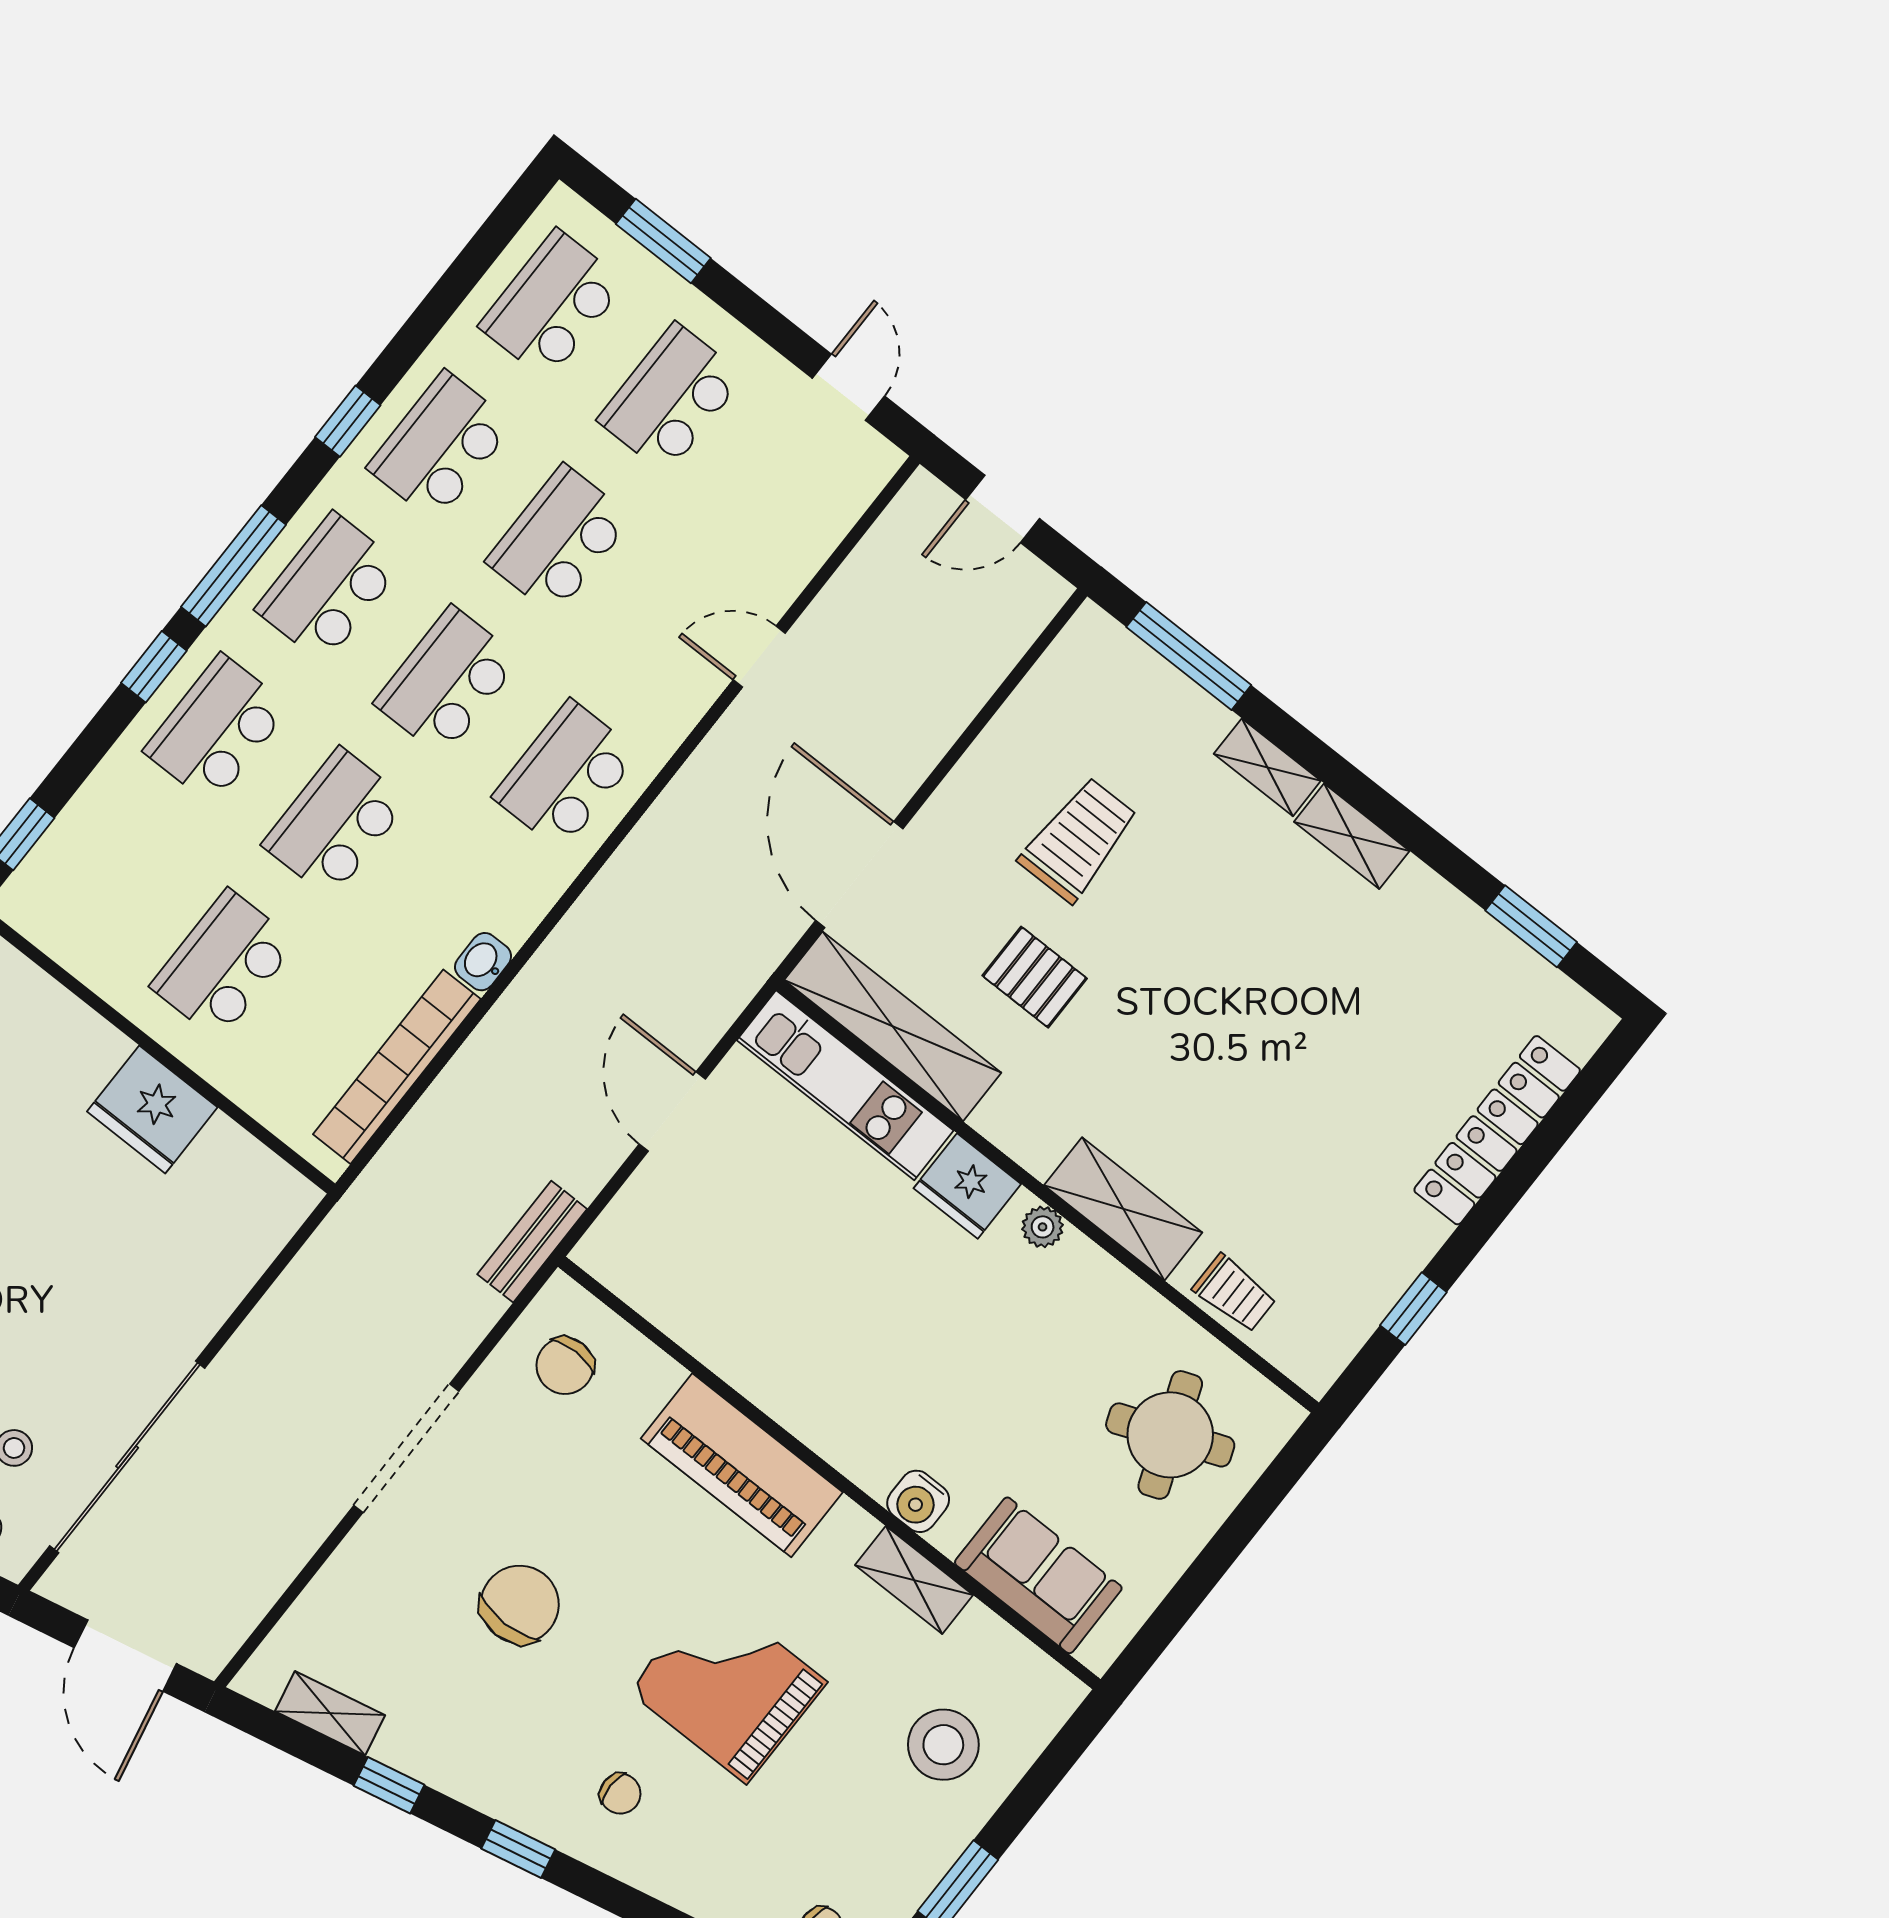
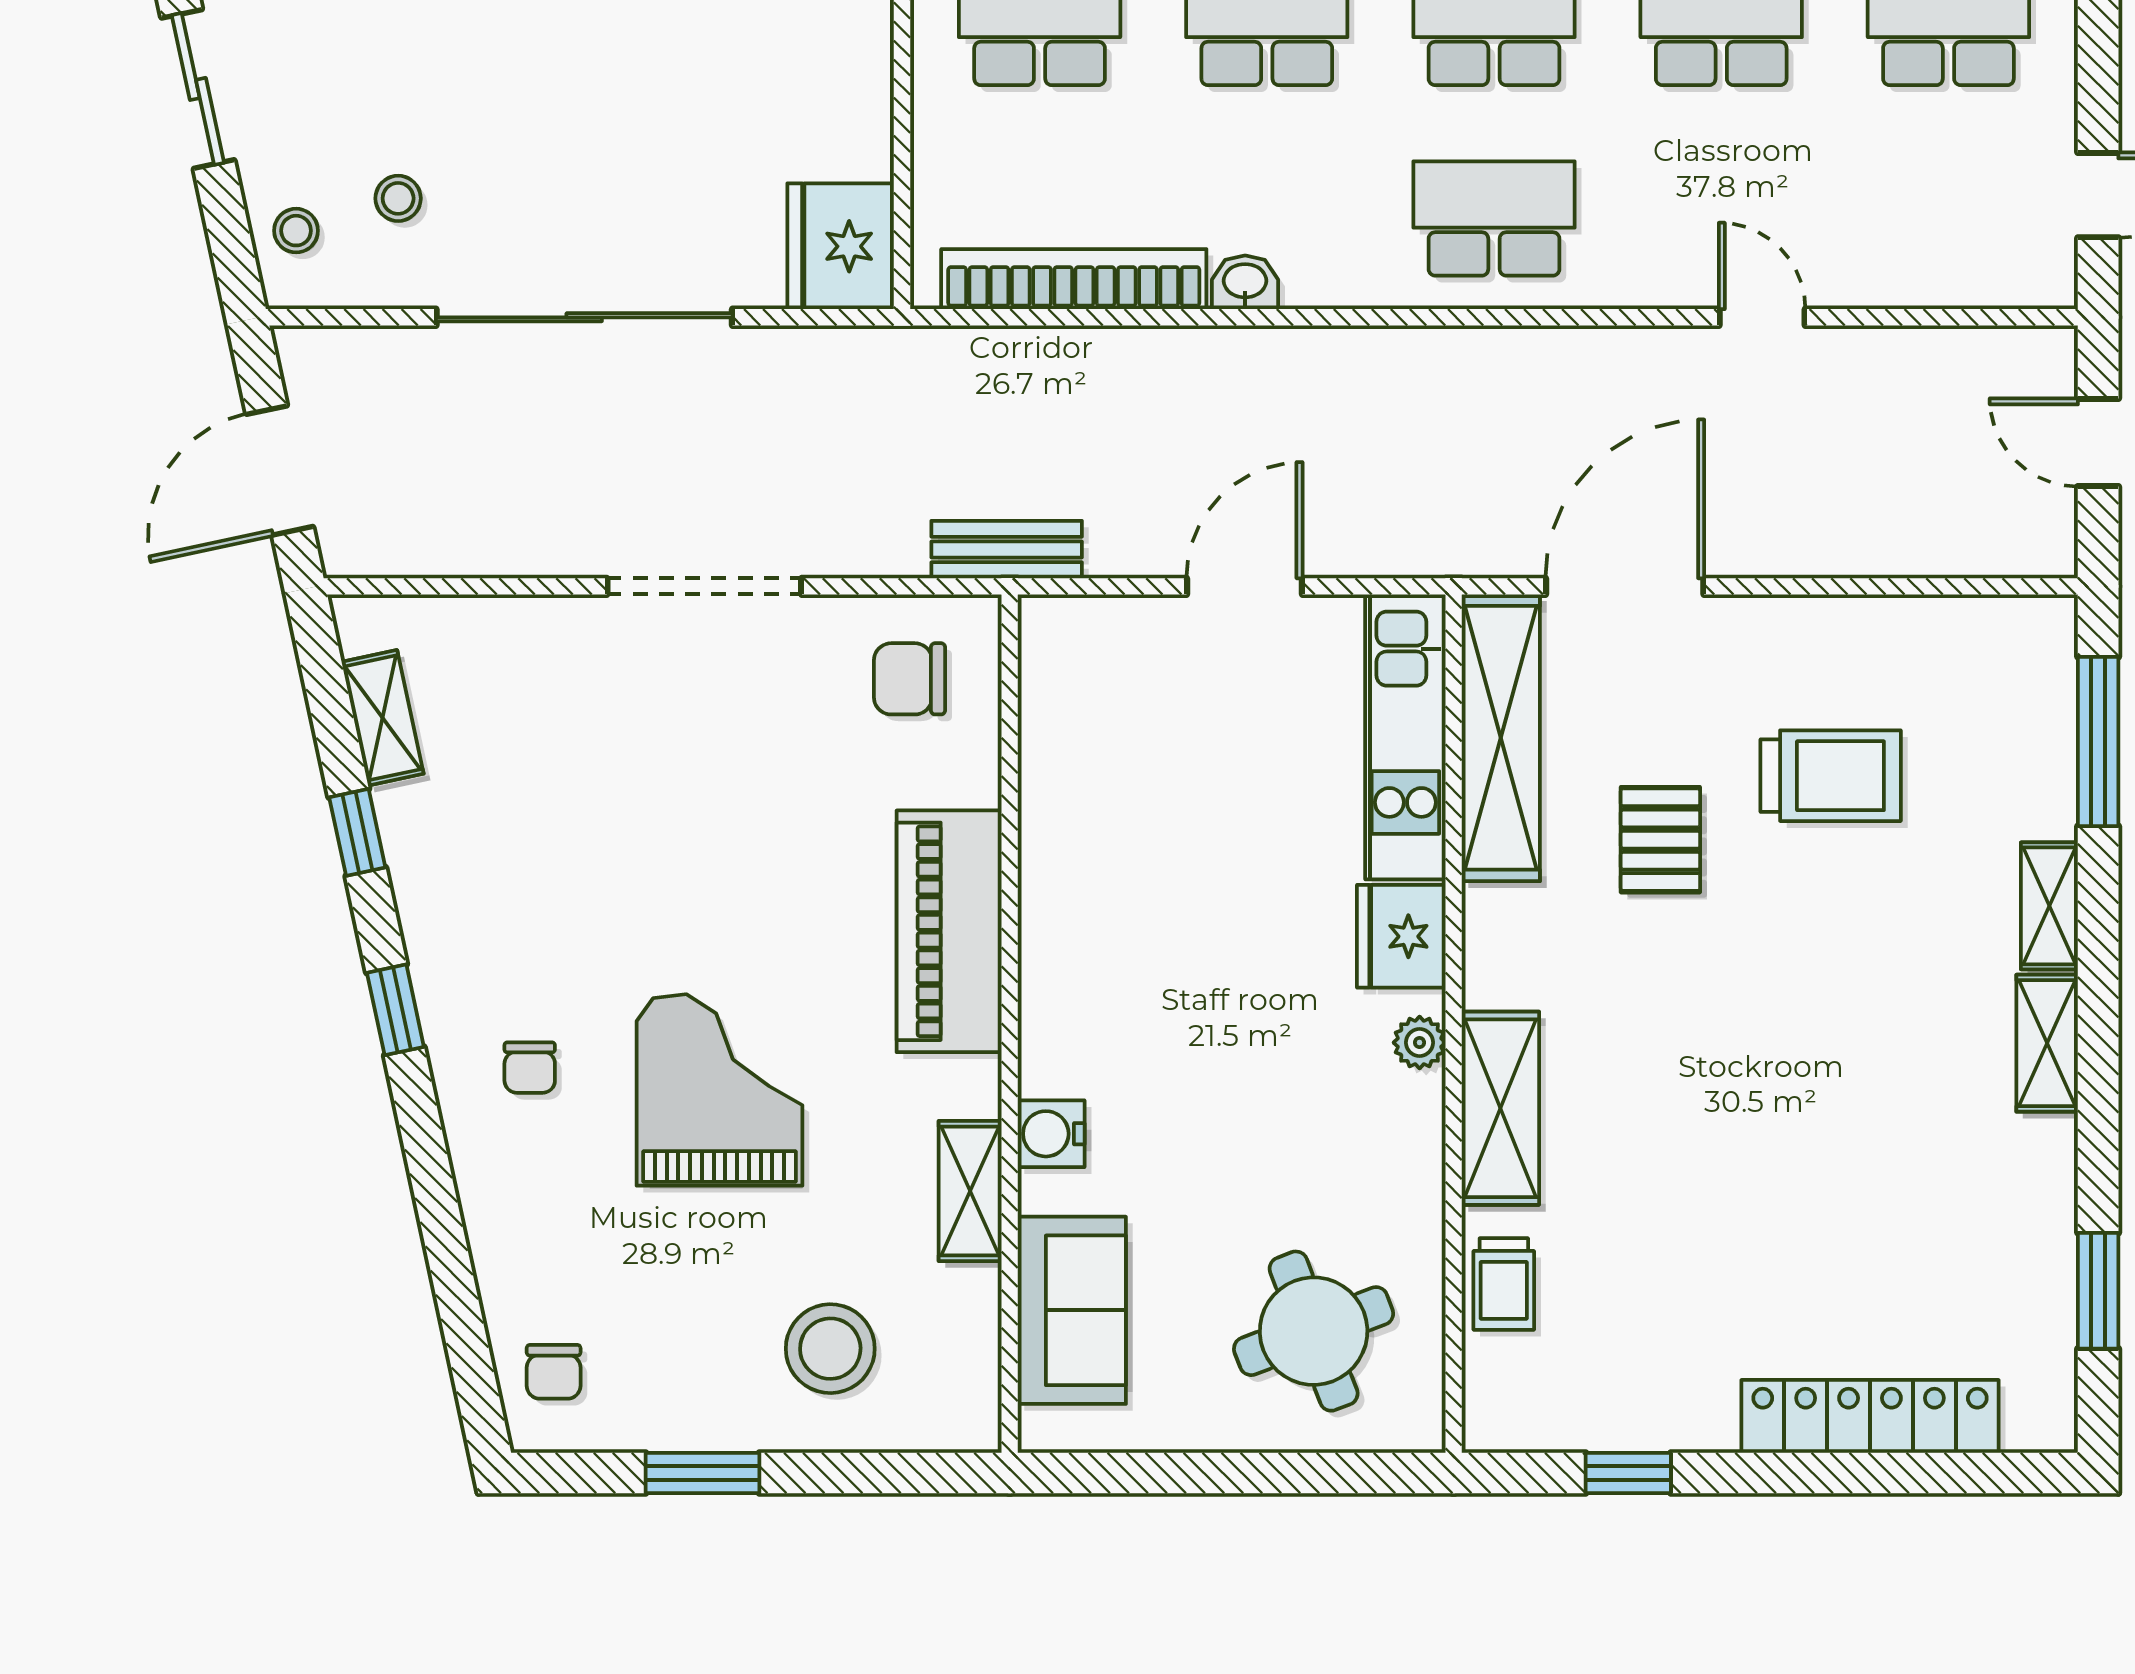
fridge: (152, 1109) -> (841, 246), moved
sliding door: (127, 1457) -> (584, 317), moved
chair: (520, 1604) -> (638, 820), removed

